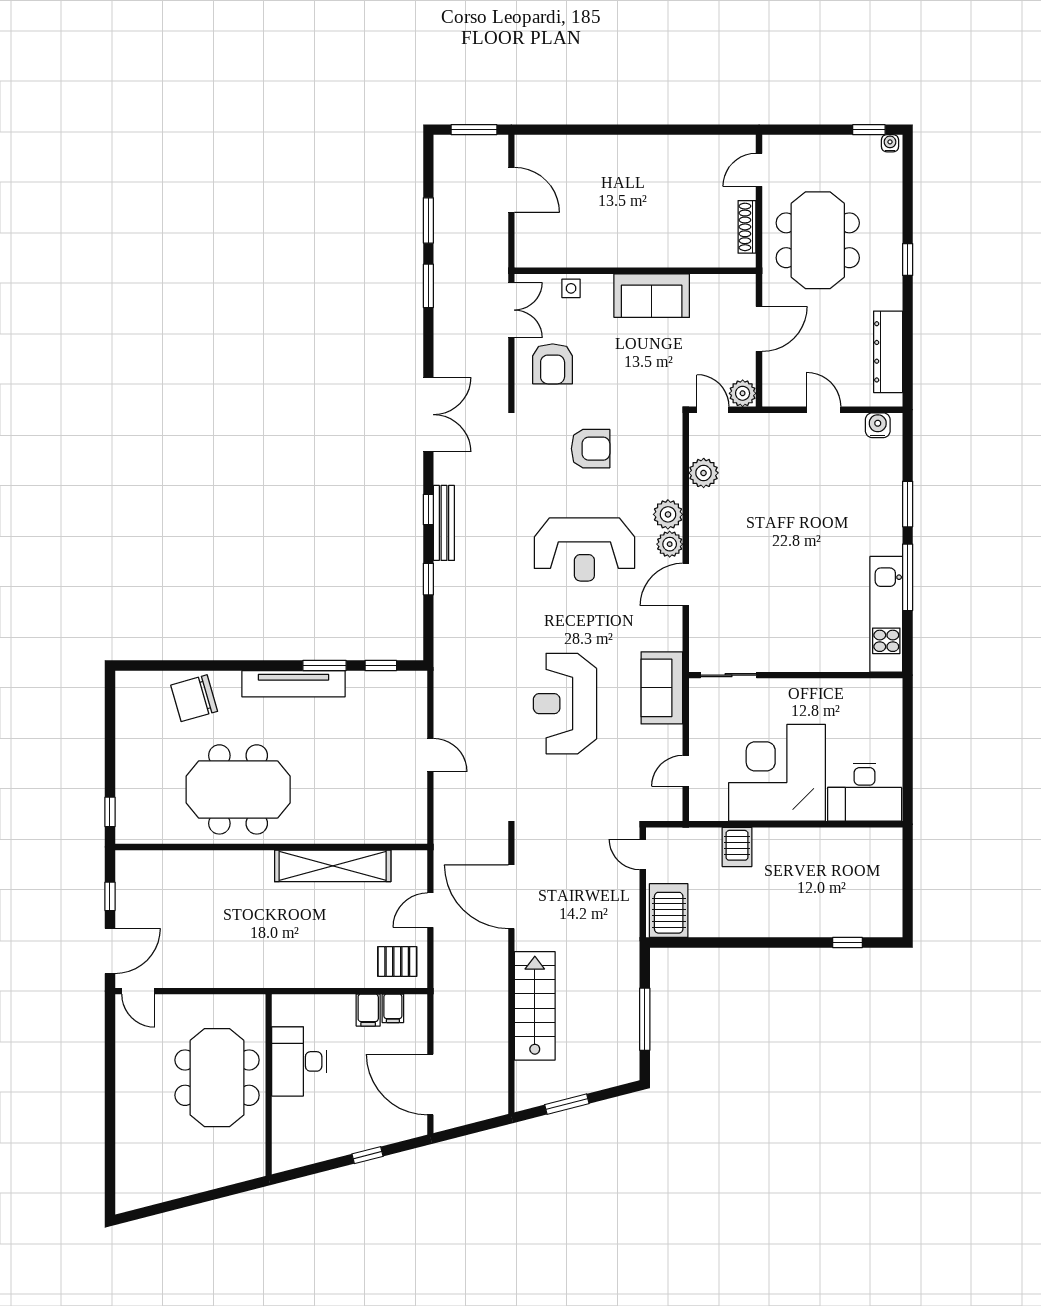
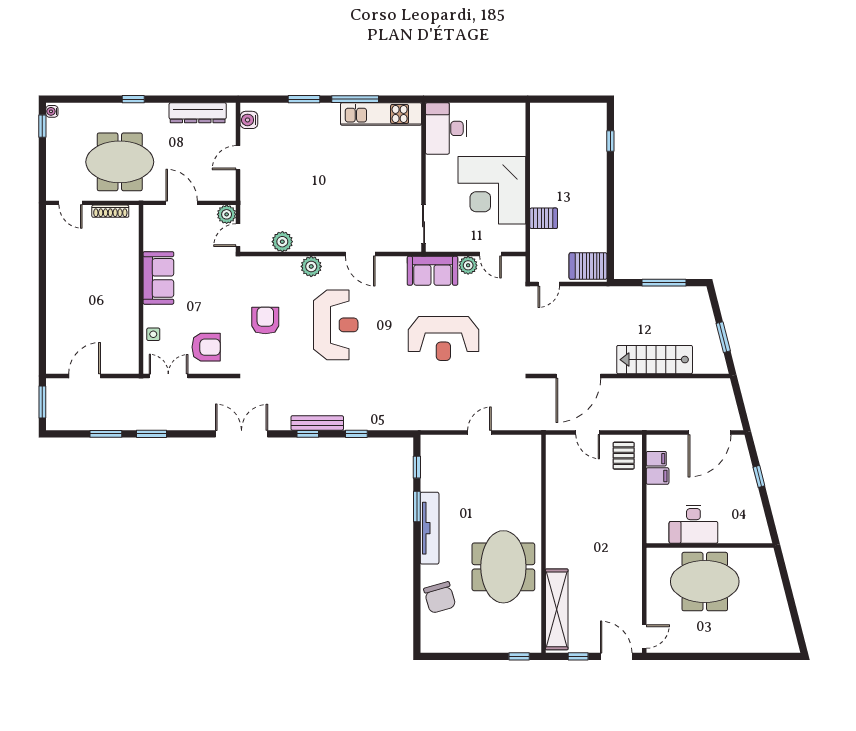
plant: (670, 544) -> (468, 265), moved
desk: (865, 792) -> (446, 128), moved, turned 180
shelving: (333, 866) -> (557, 609), moved

